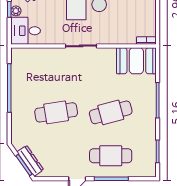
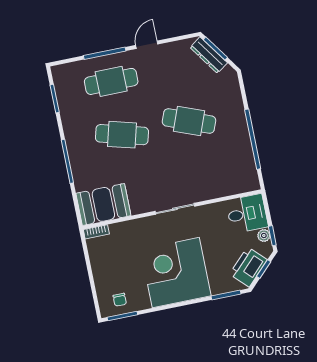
cafe table: (56, 112) -> (189, 121), turned 30
cafe table: (111, 112) -> (122, 135), turned 30

